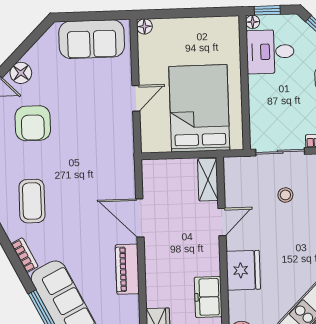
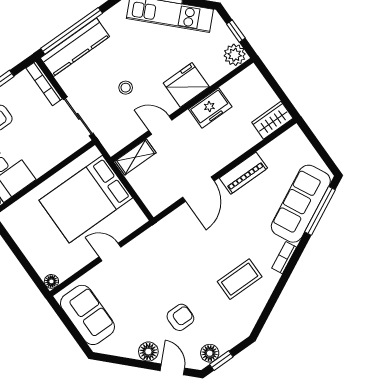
armchair: (33, 123) -> (180, 317), width x0.72, depth x0.72
stool: (285, 195) -> (126, 88), moved
freezer: (208, 297) -> (210, 108), moved

